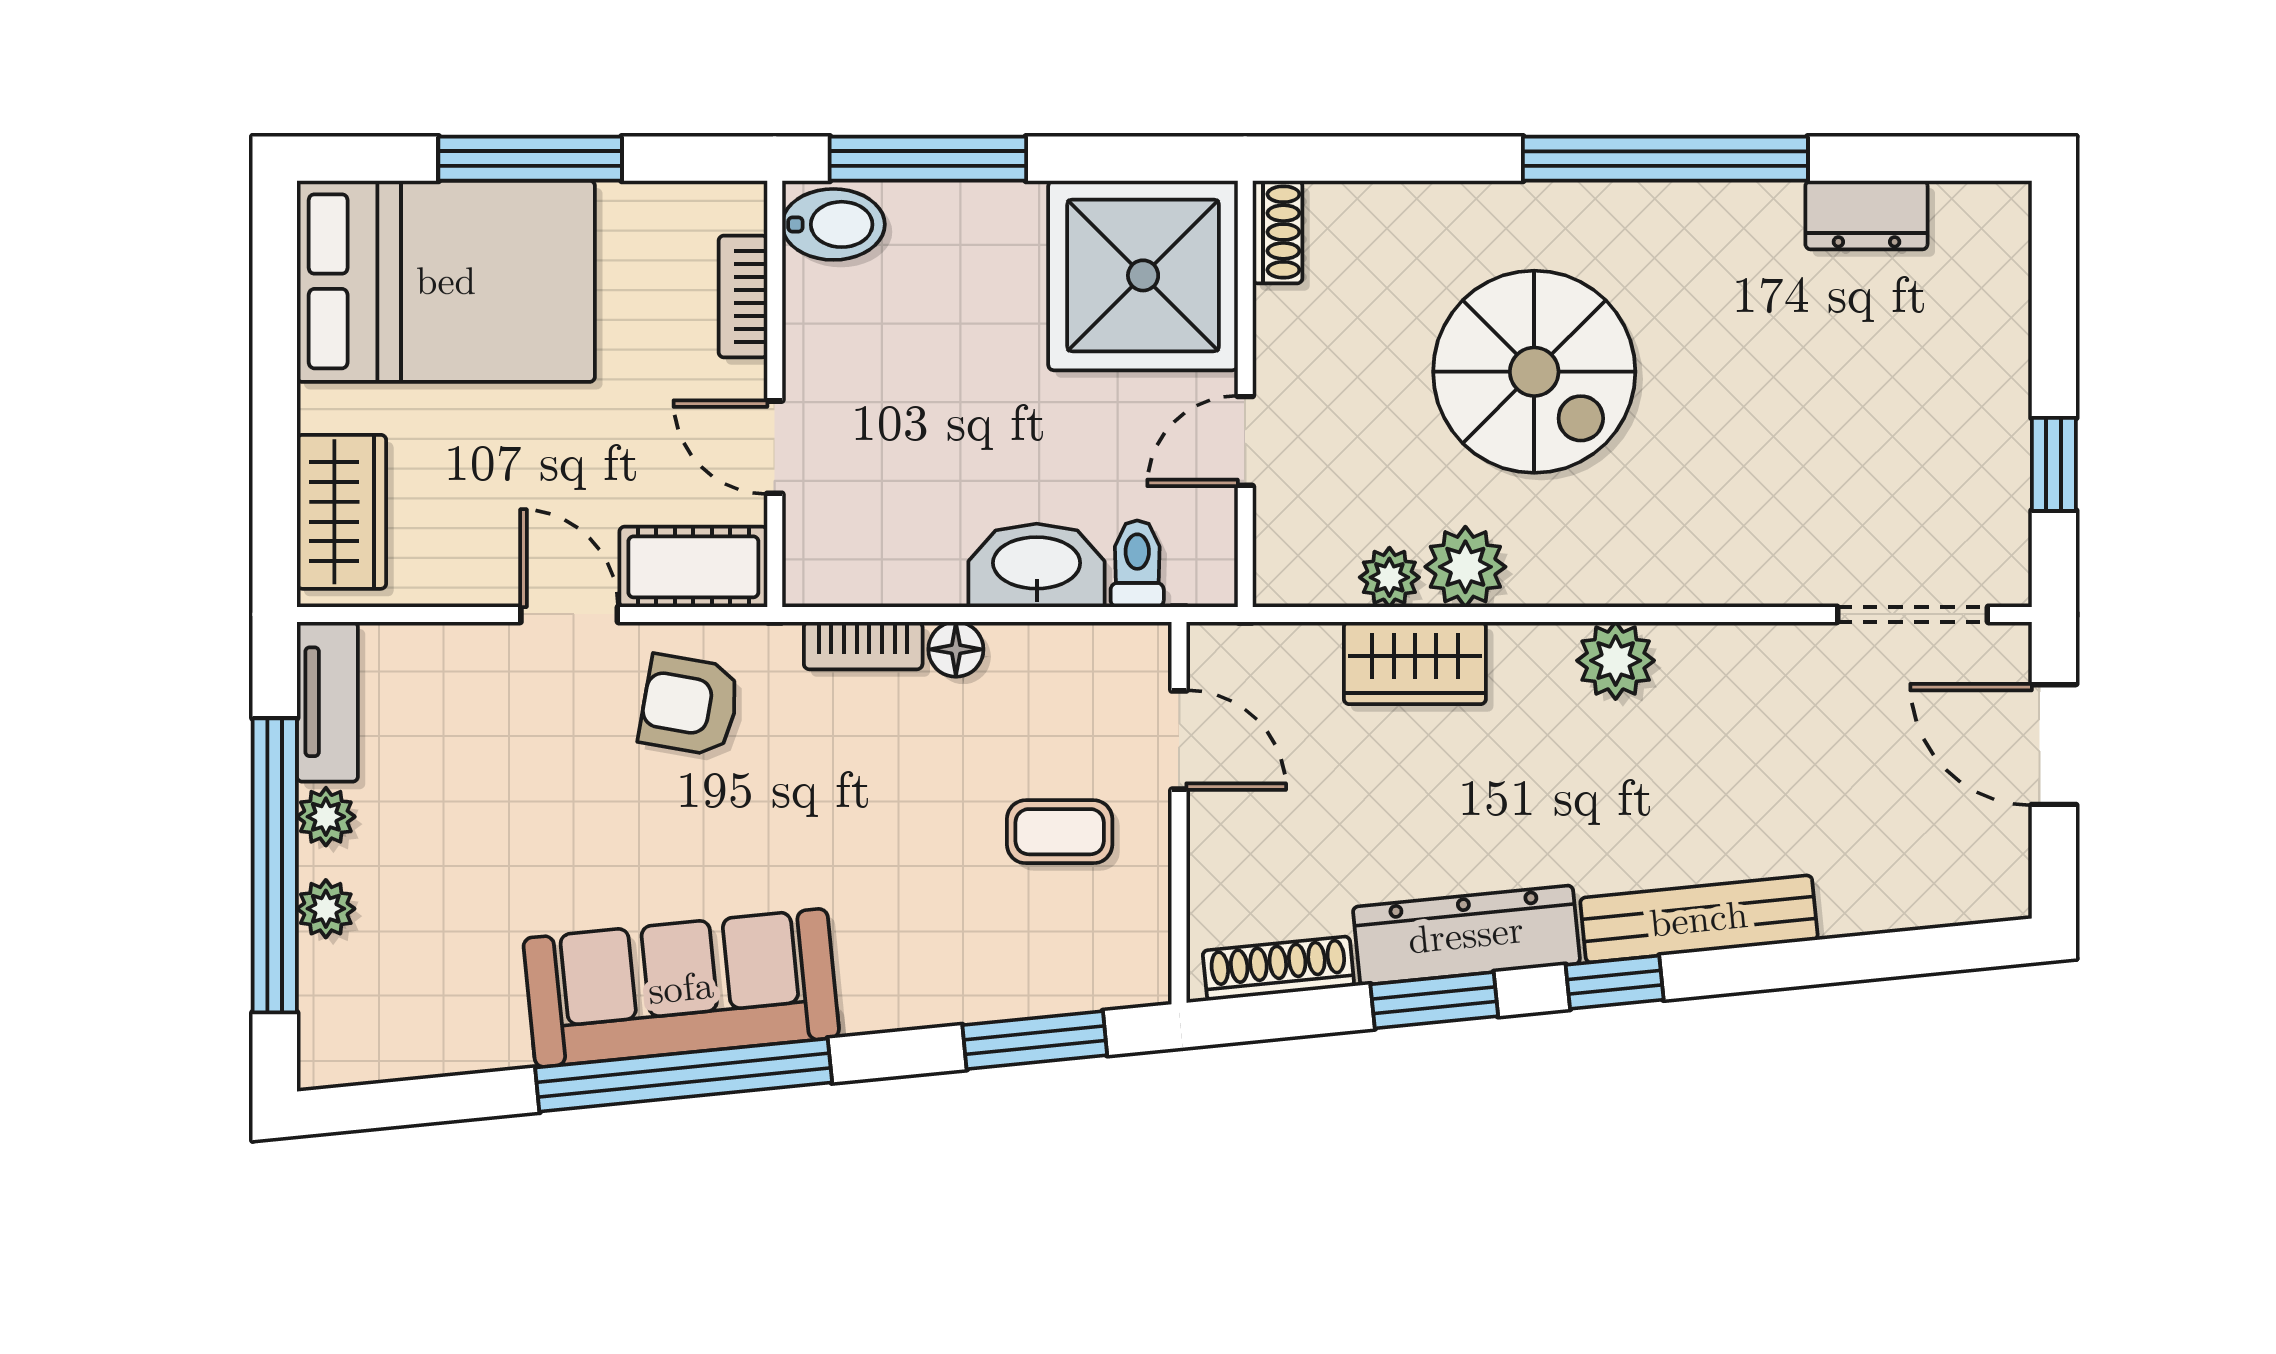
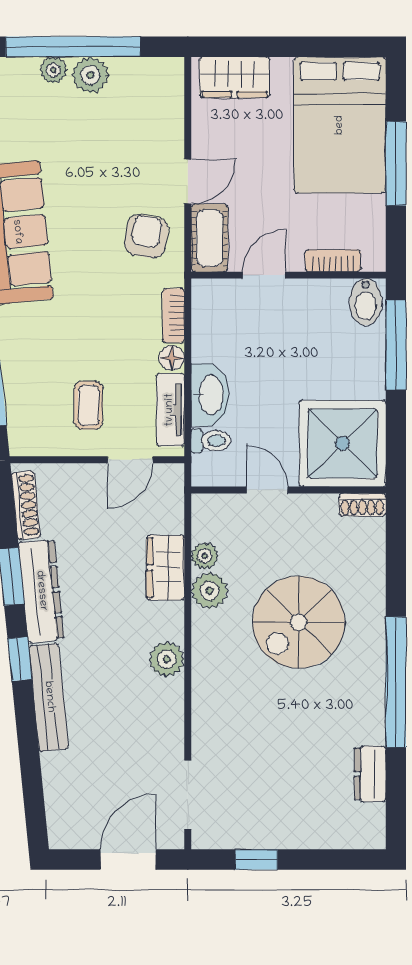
tv unit: (327, 702) -> (170, 410), moved, turned 90
plant: (326, 817) -> (90, 75), width x1.38, depth x1.38

